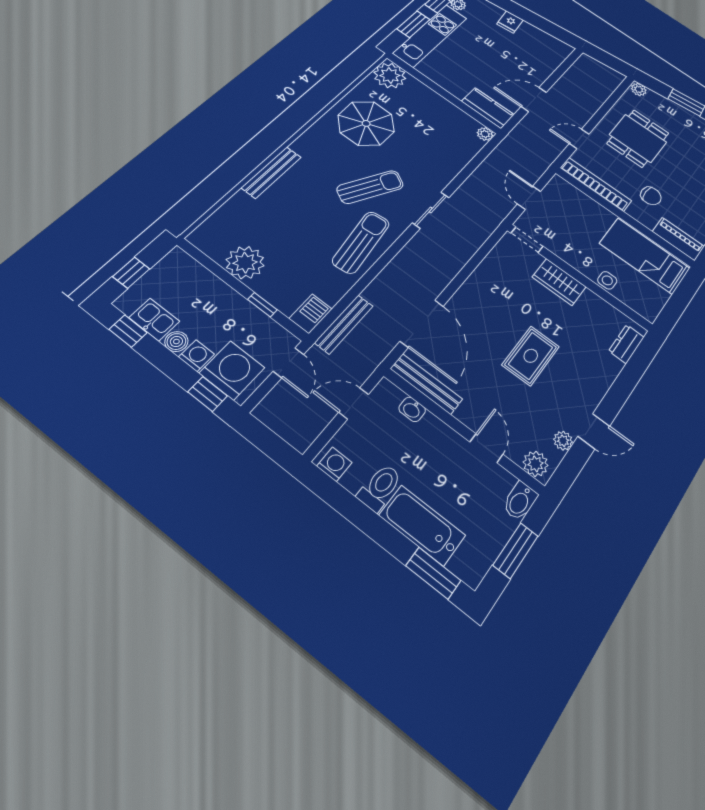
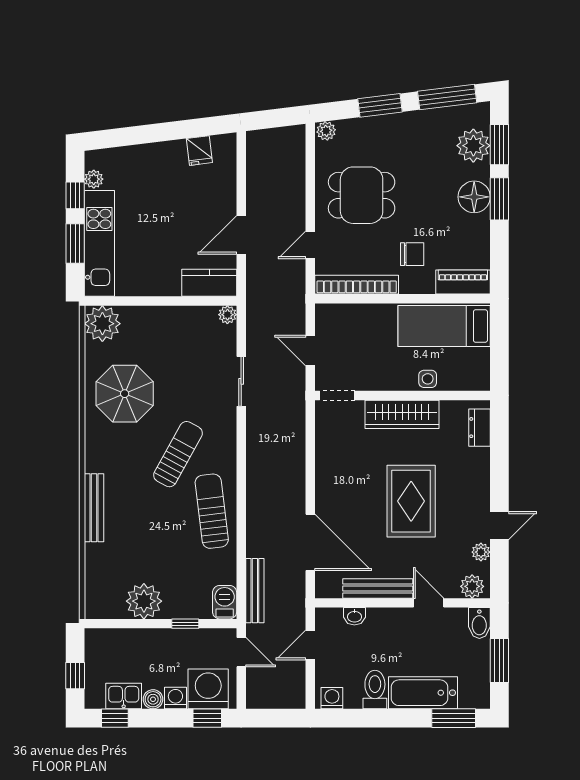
fridge: (510, 22) -> (199, 151), moved
dining table: (638, 138) -> (362, 195), turned 90
sliding door: (431, 210) -> (241, 381), moved
wardrobe: (559, 282) -> (402, 414), width x1.50
rug: (531, 356) -> (411, 501), width x1.36, depth x1.43
bench: (426, 384) -> (378, 589), moved

